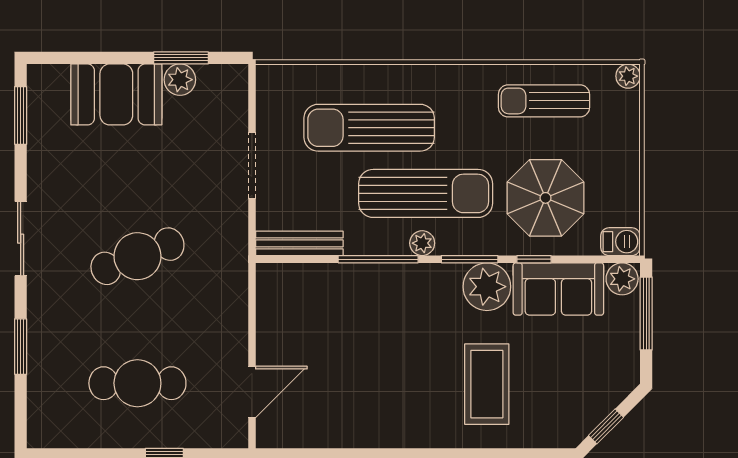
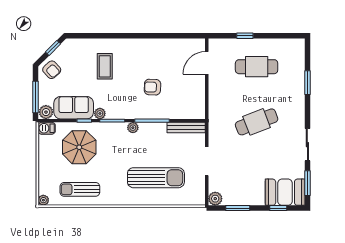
window: (88, 58) -> (278, 208), added
plant: (180, 80) -> (215, 199), moved
booth: (116, 94) -> (285, 192), moved
sun lounger: (544, 101) -> (80, 189), turned 180
sun lounger: (426, 193) -> (131, 149), removed
sliding door: (21, 239) -> (307, 145), moved
plant: (487, 287) -> (100, 113), width x0.53, depth x0.53
armchair: (377, 336) -> (152, 87), added
armchair: (609, 376) -> (52, 70), added
coffee table: (487, 384) -> (105, 66), width x0.73, depth x0.76

